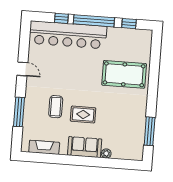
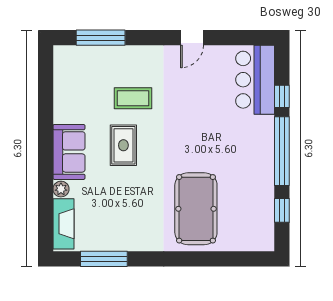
bar counter: (68, 35) -> (255, 80), width x0.54
window: (19, 112) -> (101, 38), moved
fireplace: (44, 147) -> (63, 224), moved

